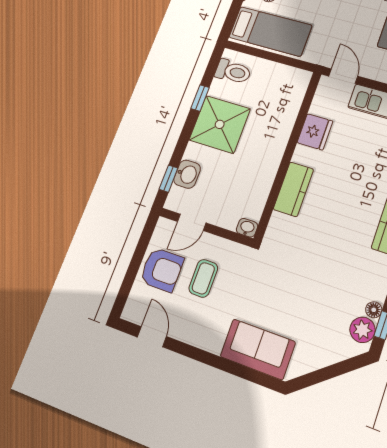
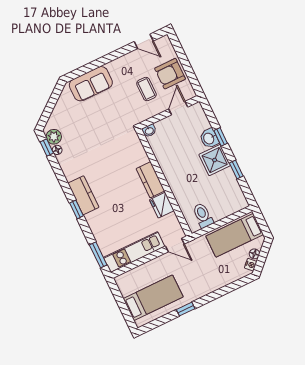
toilet: (233, 72) -> (203, 215), moved, turned 90
shower: (220, 124) -> (215, 160), width x0.73, depth x0.73
washbasin: (187, 174) -> (209, 138), moved
window: (168, 179) -> (221, 137), moved
kitchen counter: (293, 189) -> (150, 180), moved

